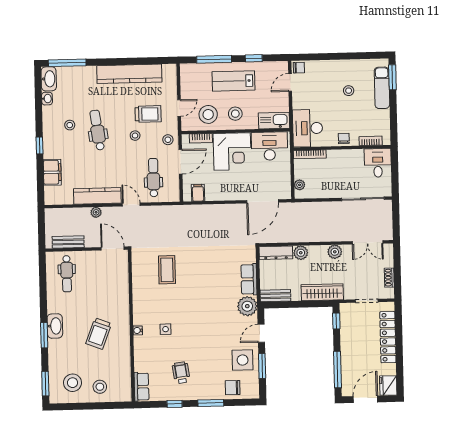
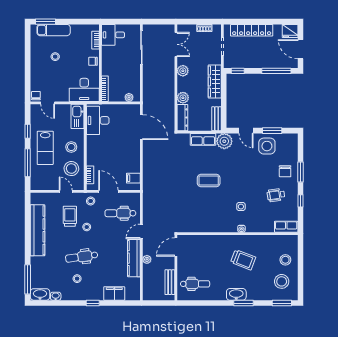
corner desk: (232, 151) -> (101, 150), removed
coffee table: (167, 270) -> (209, 181), moved
chair: (233, 388) -> (285, 171), moved

